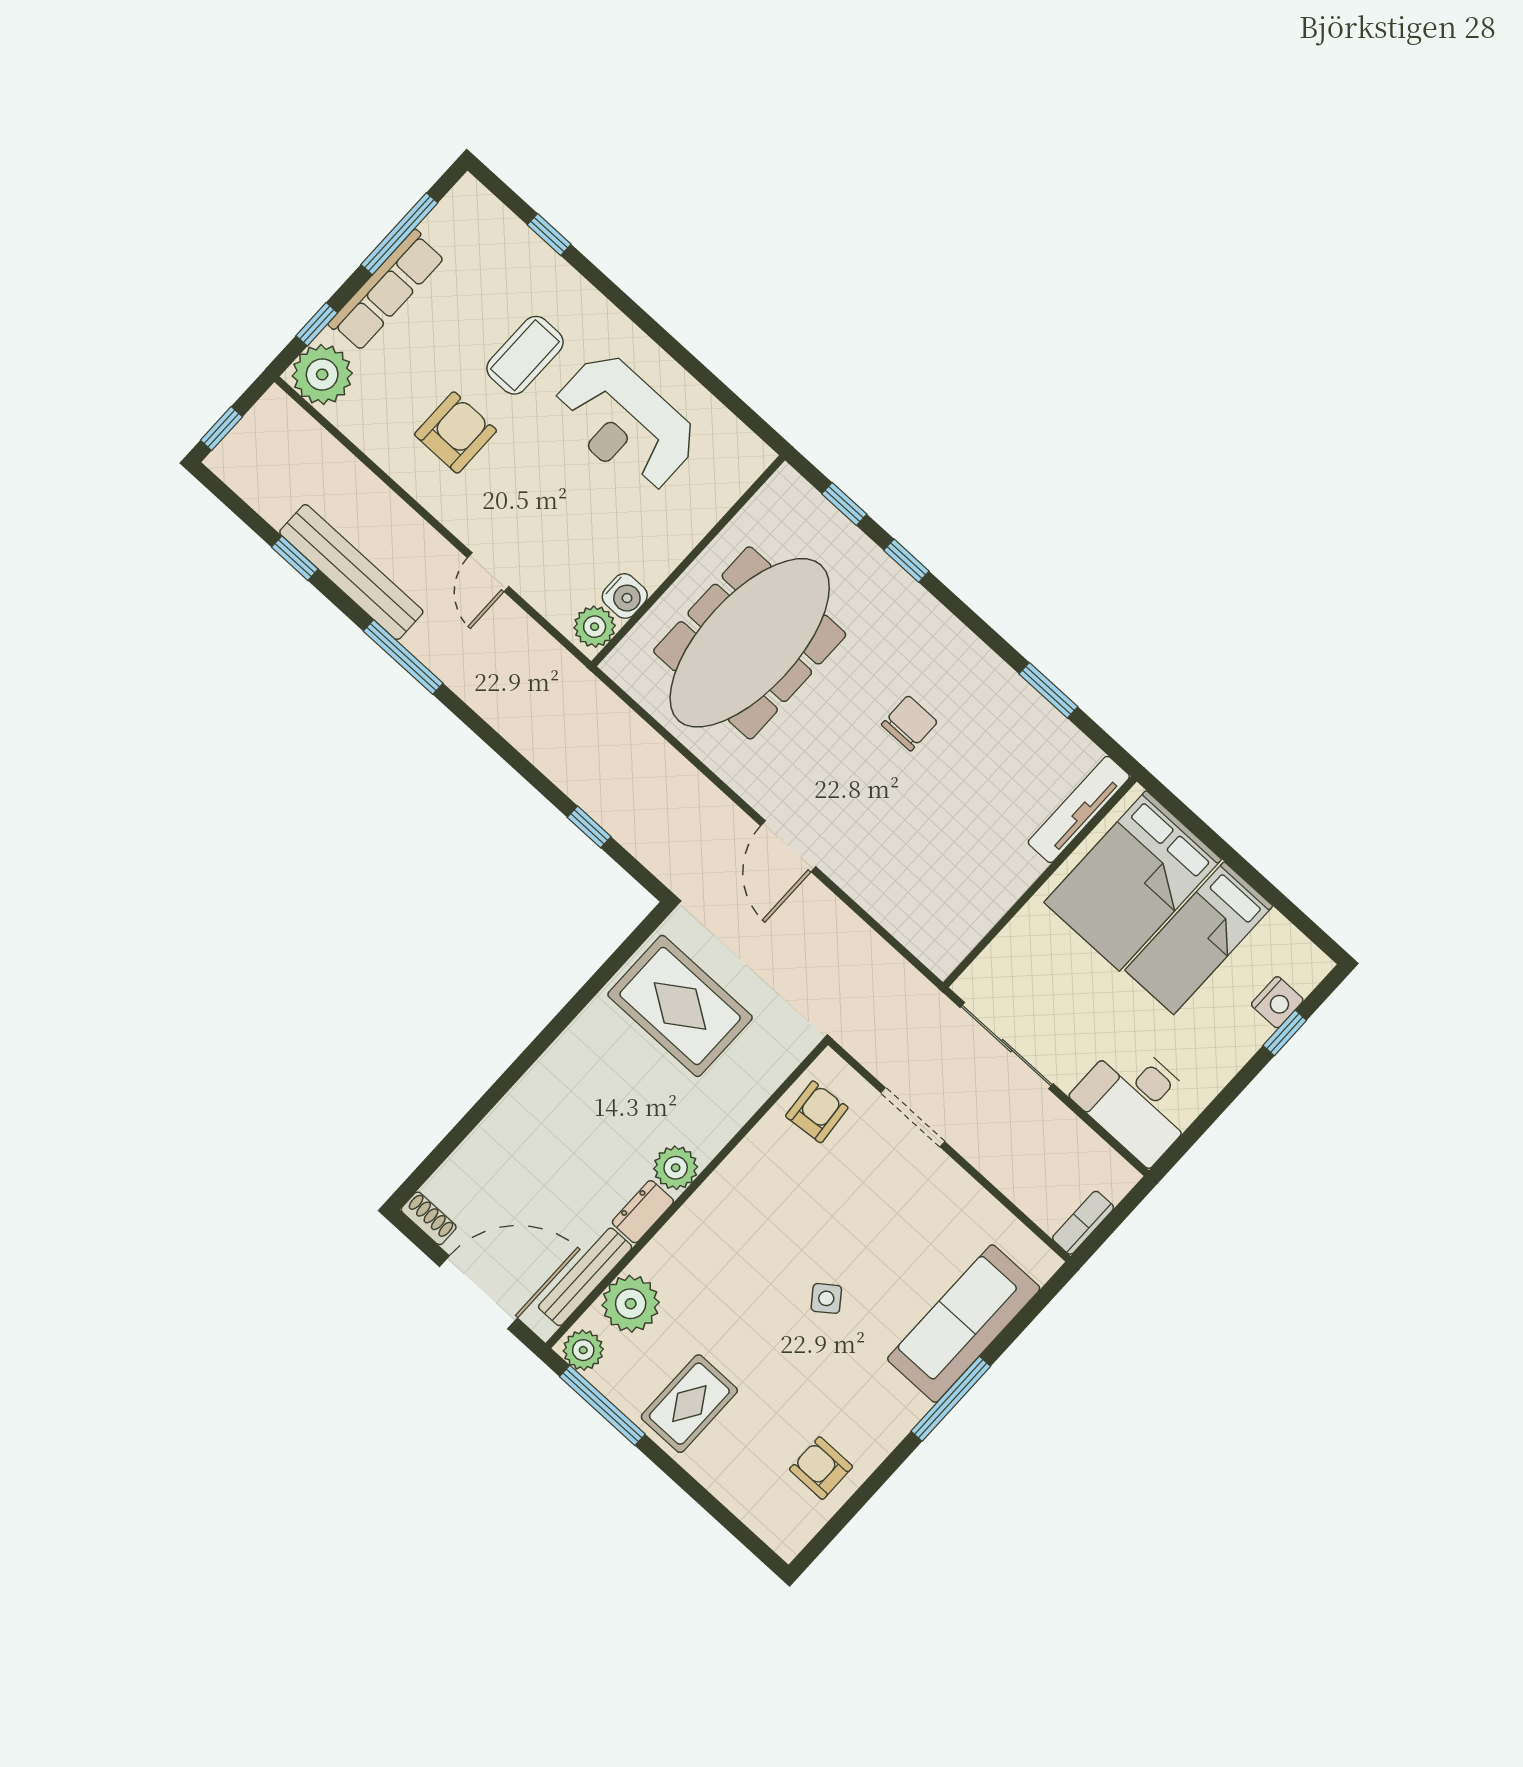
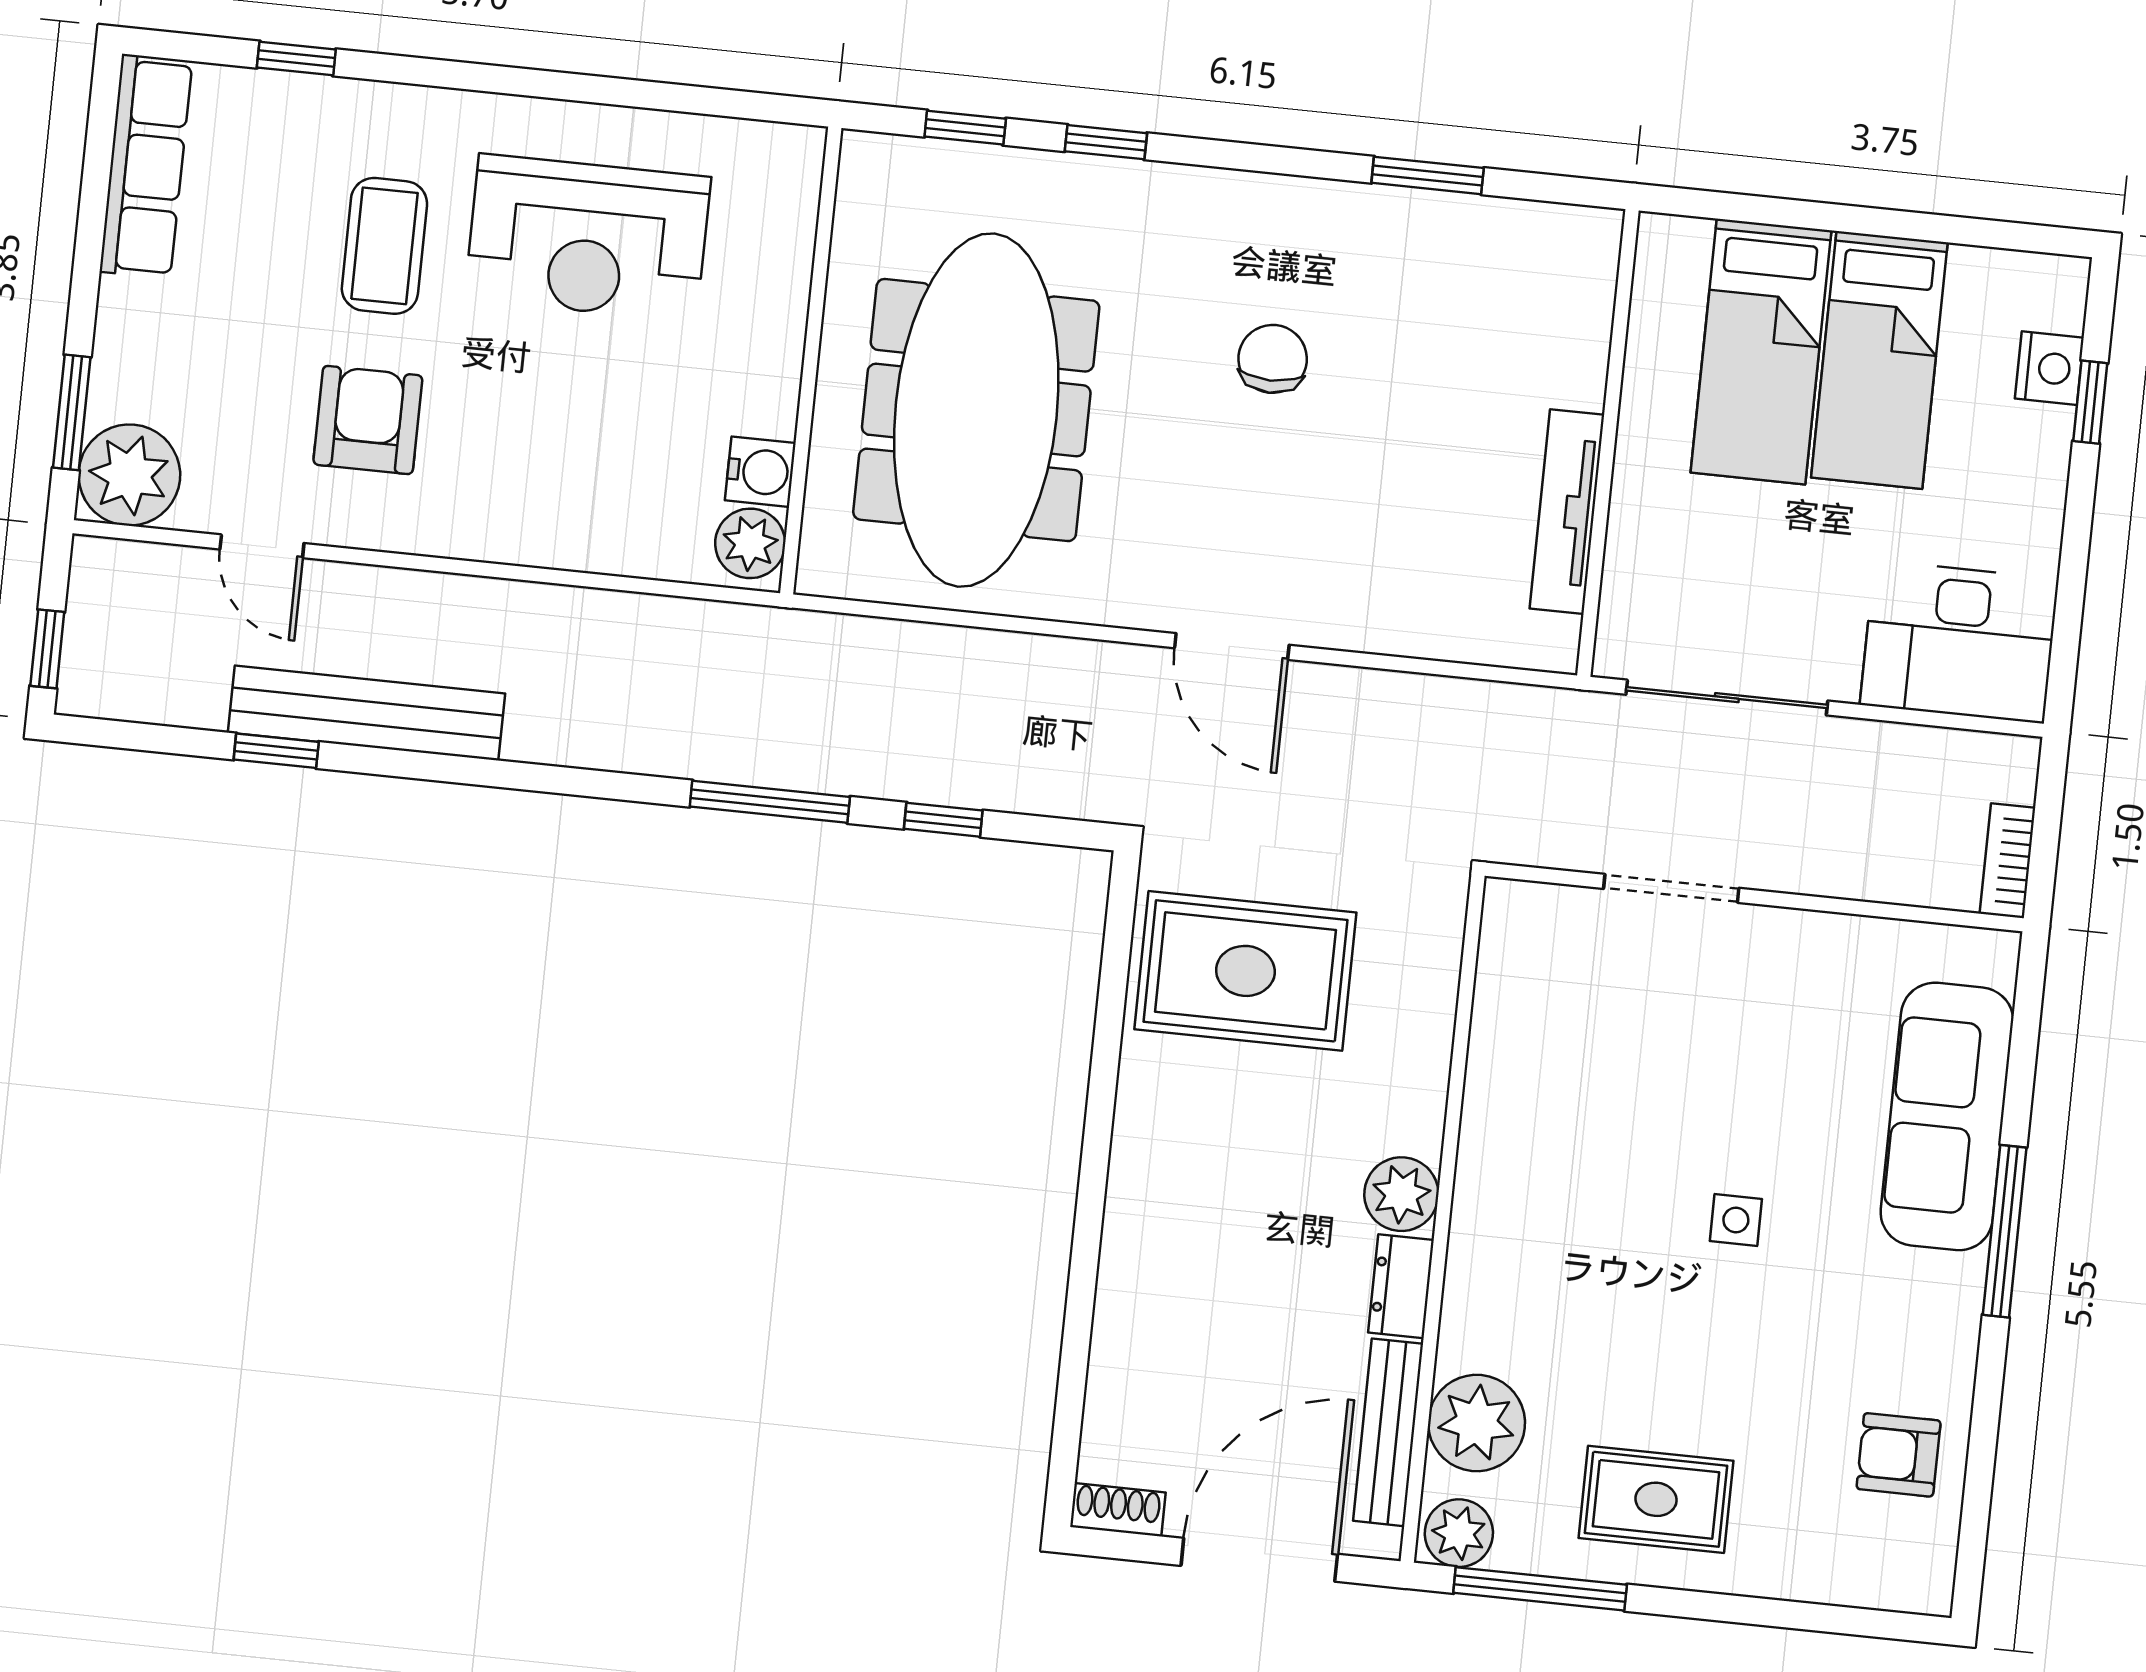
window: (399, 234) -> (93, 207), removed
row of seats: (387, 290) -> (146, 166), moved
window: (317, 324) -> (72, 412), width x1.50
door: (488, 572) -> (262, 546), moved
window: (403, 657) -> (770, 802), moved
tv unit: (1079, 809) -> (1567, 512), moved
bed: (1133, 881) -> (1761, 351), width x0.67
armchair: (817, 1112) -> (1536, 977), removed
side table: (826, 1298) -> (1736, 1220), turned 37
rug: (689, 1404) -> (1656, 1499), turned 90

